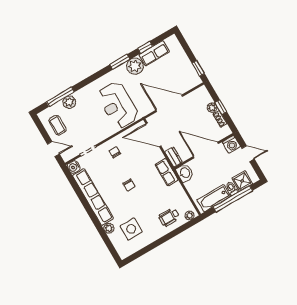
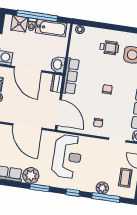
window: (145, 47) -> (73, 193), moved
row of seats: (167, 172) -> (71, 76), width x1.48
wheelchair: (169, 217) -> (109, 48), moved

